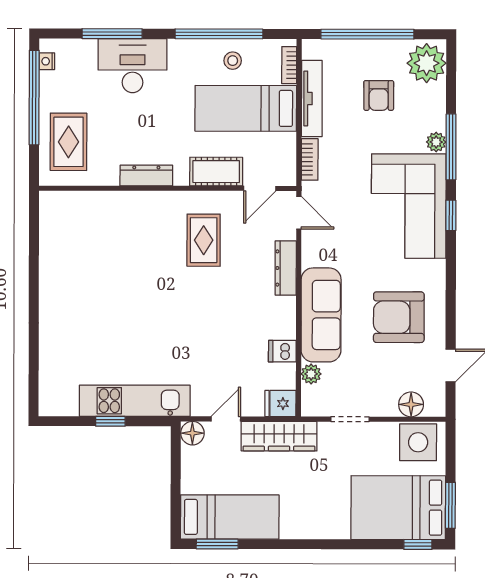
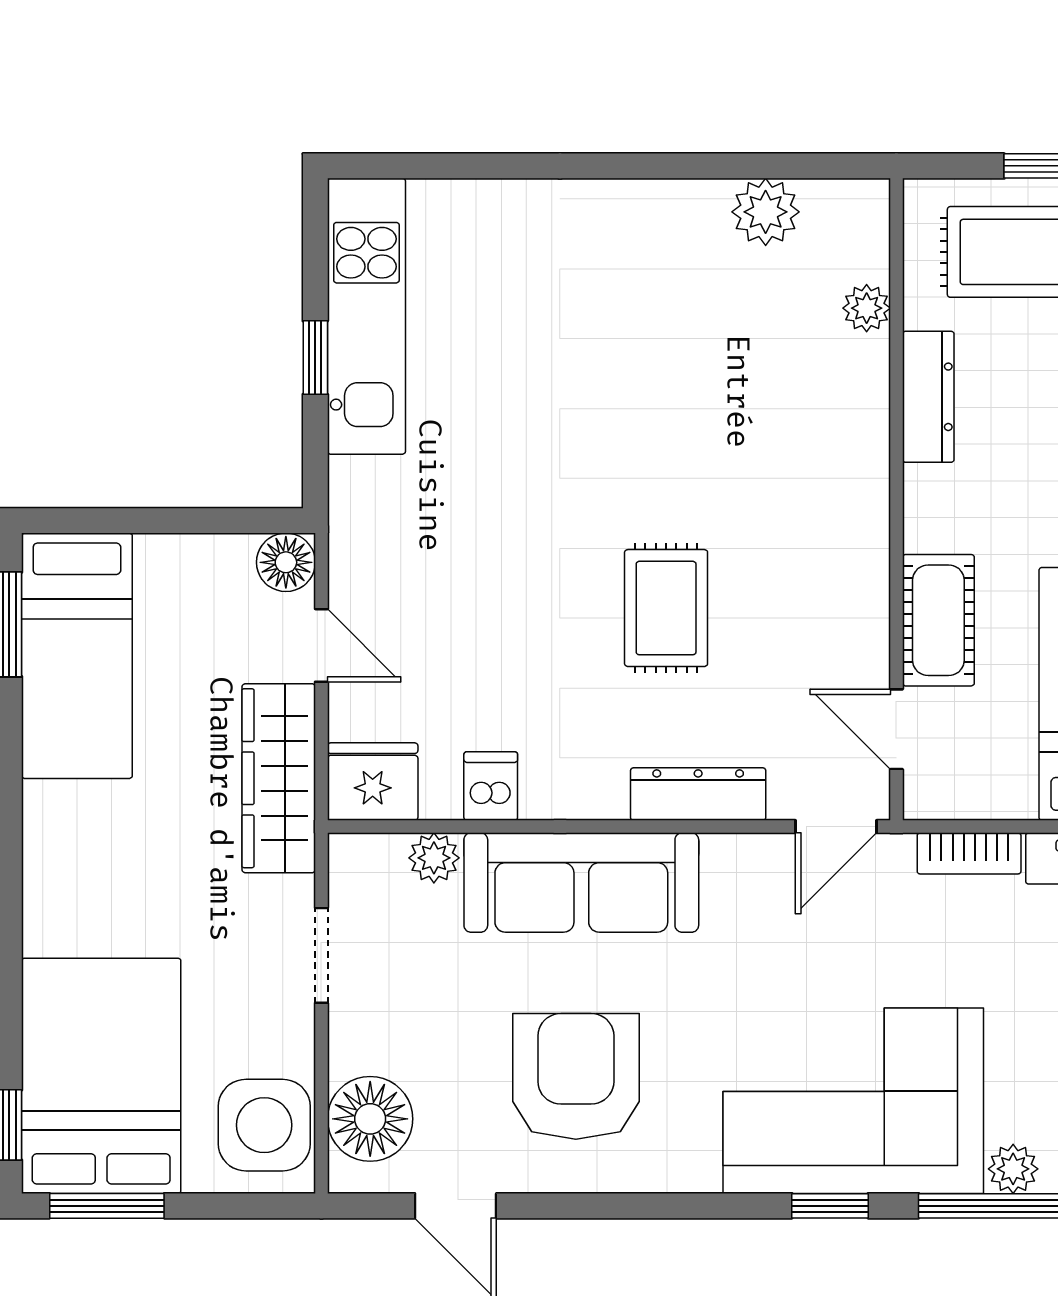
dresser: (146, 176) -> (928, 397), moved
plant: (91, 200) -> (867, 308), added
rug: (204, 240) -> (666, 608), moved, turned 90
plant: (52, 241) -> (766, 212), added
kitchen unit: (135, 401) -> (366, 316), moved
fridge: (280, 404) -> (373, 782), width x1.38
floor lamp: (411, 404) -> (370, 1119), width x1.38, depth x1.38

